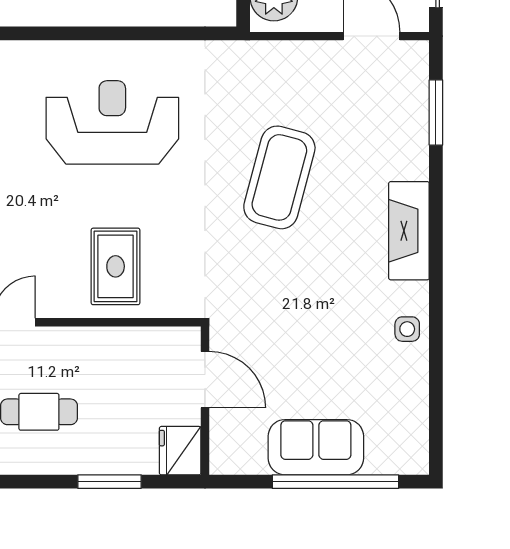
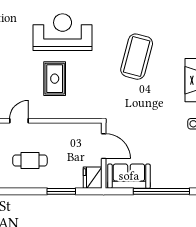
rug: (116, 266) -> (55, 79), moved
sofa: (316, 447) -> (129, 176), moved

